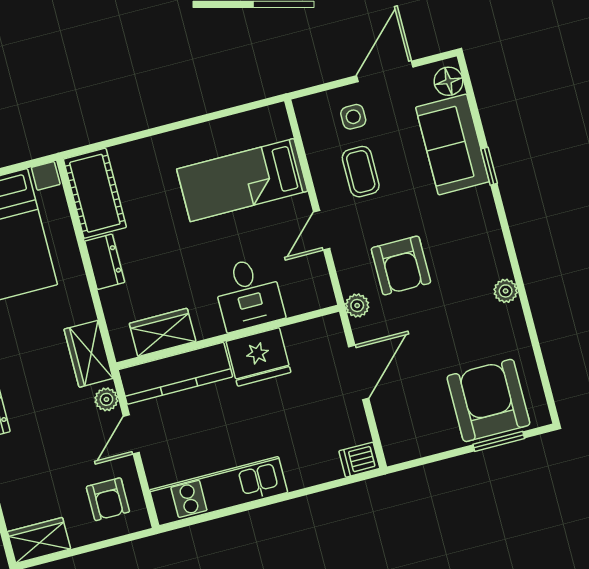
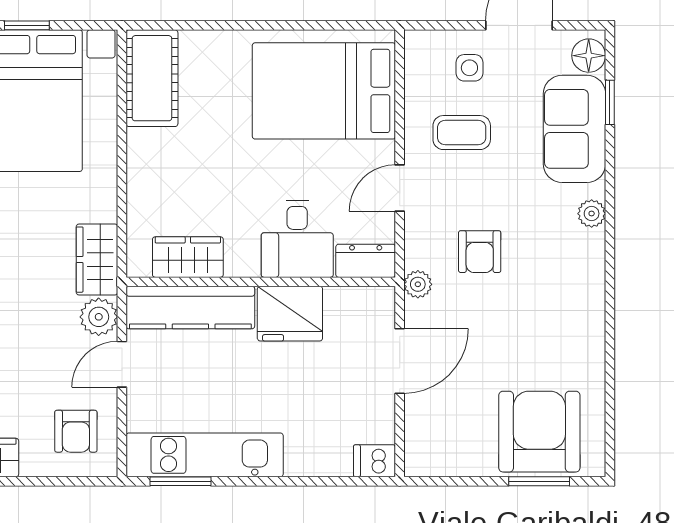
window: (489, 166) -> (610, 102), moved
coffee table: (361, 172) -> (462, 133), turned 90
bed: (242, 180) -> (324, 91), width x1.50
dresser: (105, 262) -> (366, 261), moved, turned -90
armchair: (401, 265) -> (480, 252), width x0.72, depth x0.72
plant: (506, 291) -> (592, 214), moved
plant: (106, 399) -> (99, 317), width x1.38, depth x1.38
window: (204, 518) -> (180, 481), added

